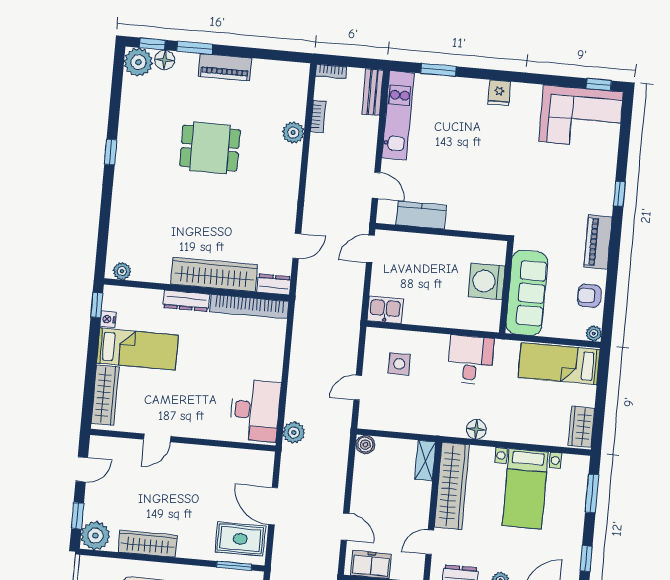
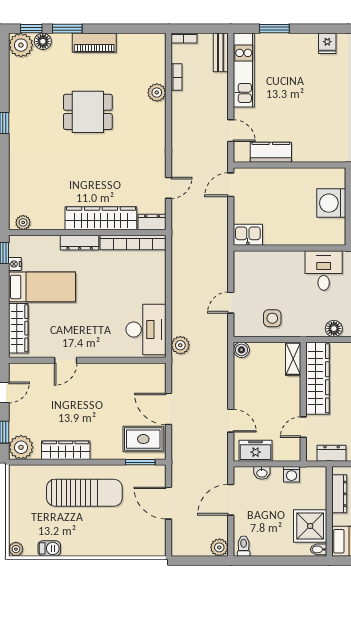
side table: (399, 364) -> (272, 318), moved

